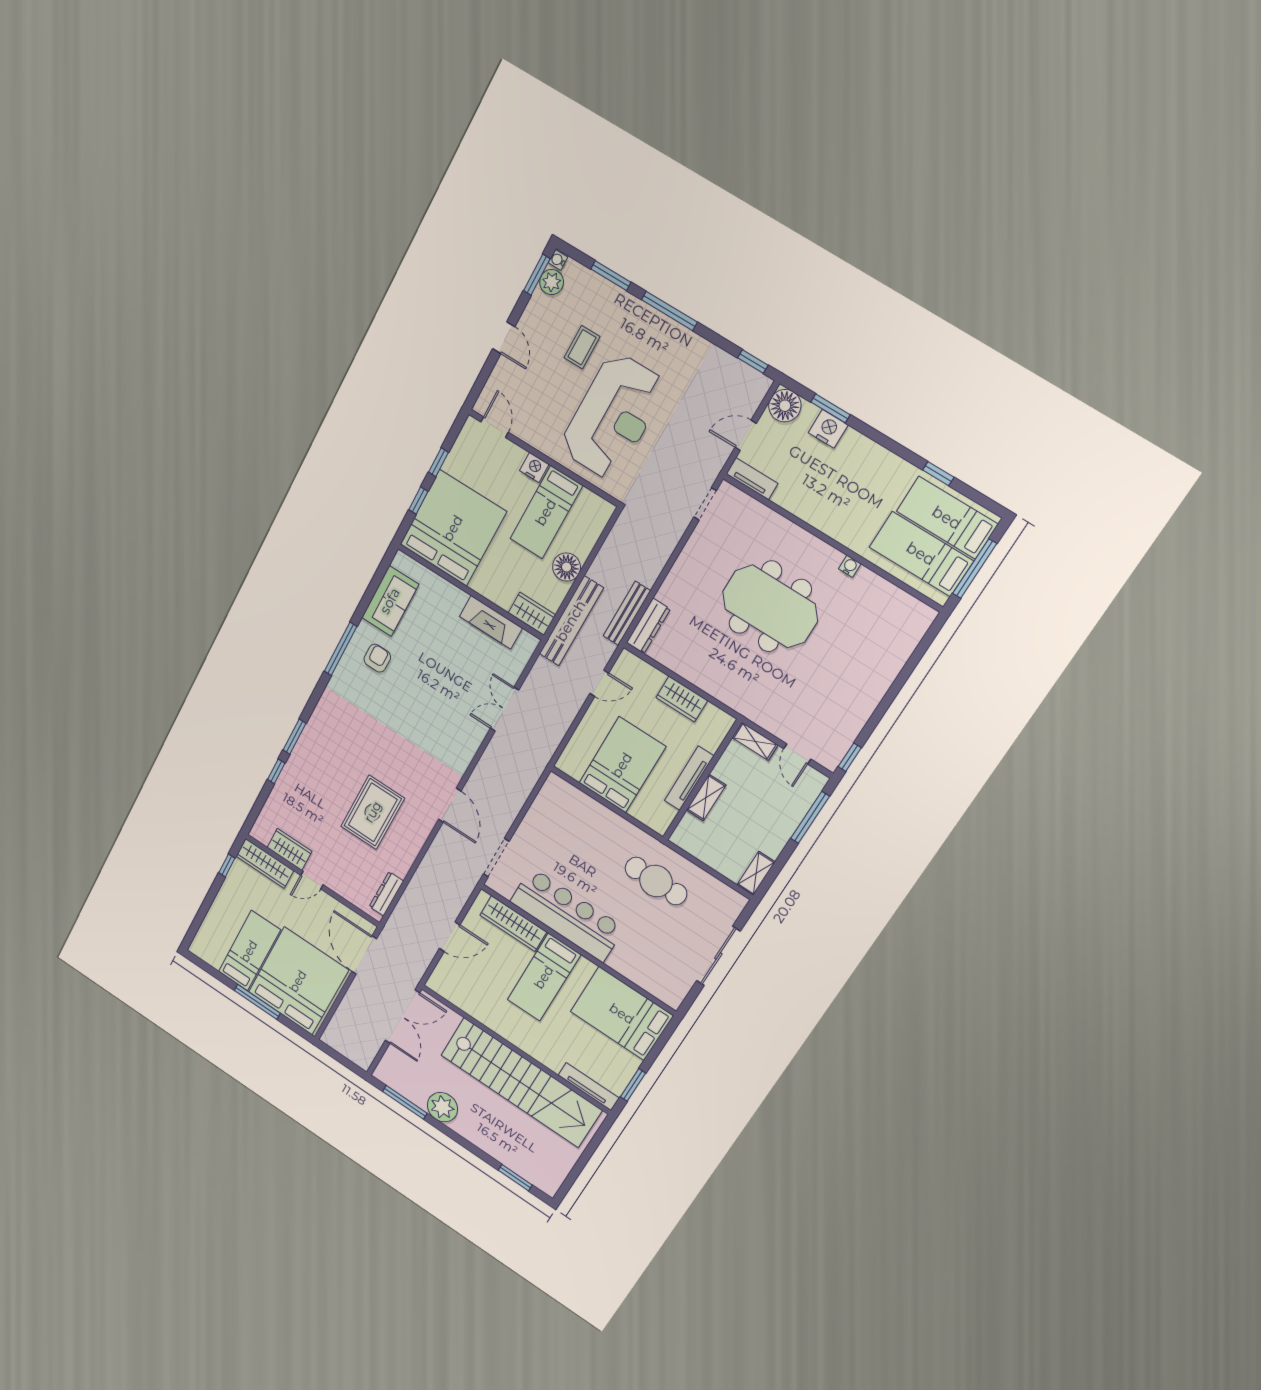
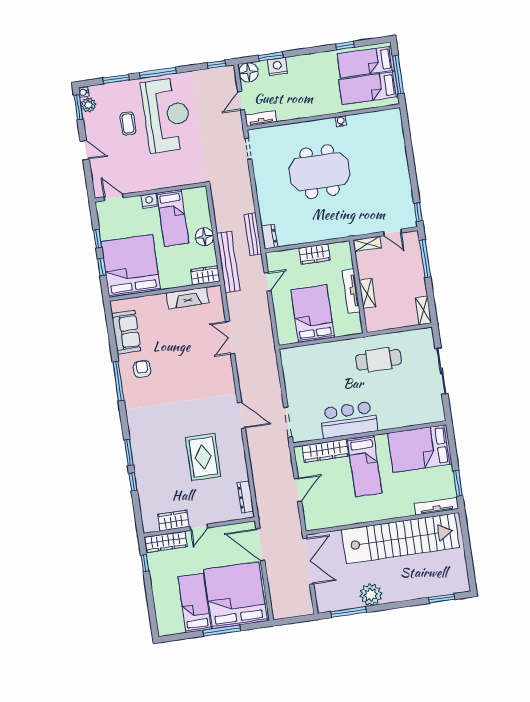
reception desk: (613, 416) -> (167, 115), moved
dresser: (648, 626) -> (269, 237), width x0.70
bar counter: (567, 915) -> (349, 420), width x0.73

